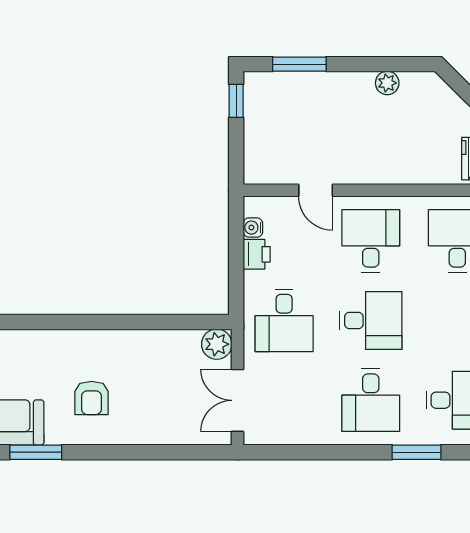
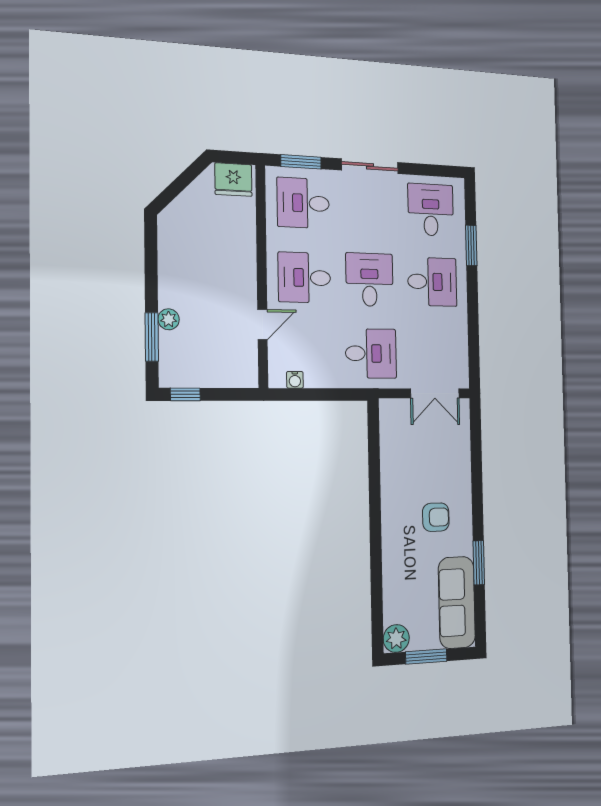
plant: (387, 83) -> (169, 319), moved
printer: (257, 254) -> (317, 377), removed
plant: (217, 344) -> (391, 411), removed

